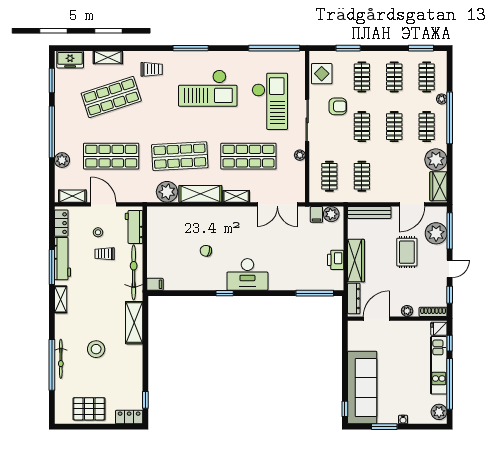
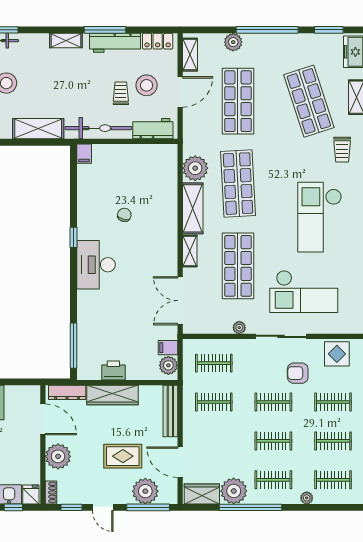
armchair: (338, 106) -> (298, 373), turned 90
window: (450, 118) -> (251, 507), moved
stool: (98, 232) -> (147, 85), width x1.89, depth x1.89
plant: (407, 311) -> (58, 456), width x1.87, depth x1.87
shoe rack: (433, 312) -> (51, 492), width x0.70

